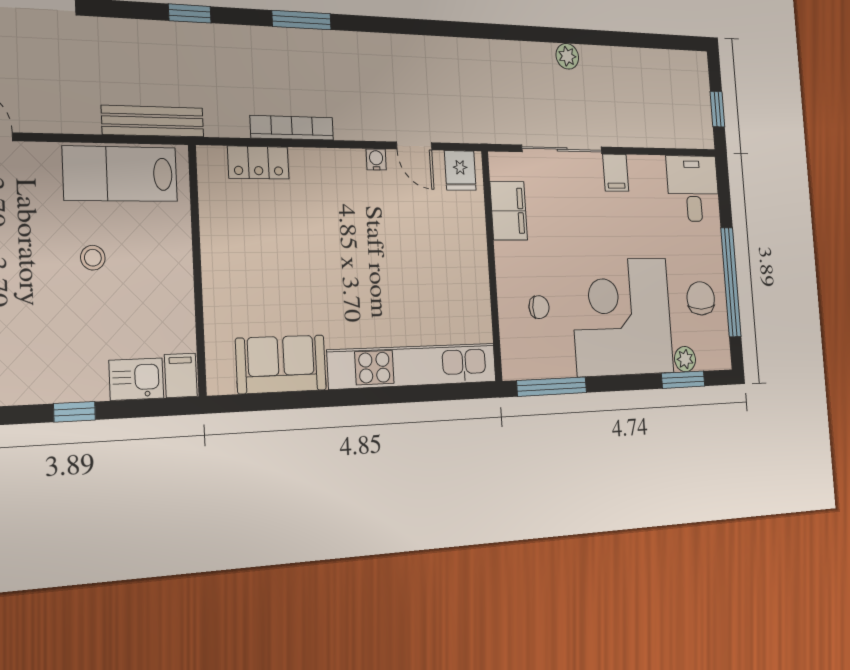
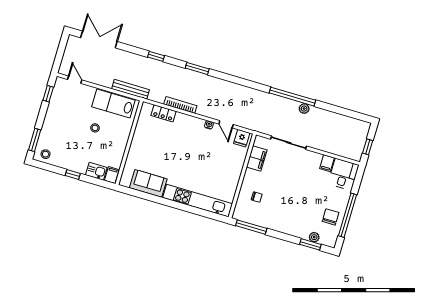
window: (534, 34) -> (292, 97), added
filing cabinet: (616, 173) -> (327, 163), moved
corner desk: (622, 317) -> (292, 212), removed

